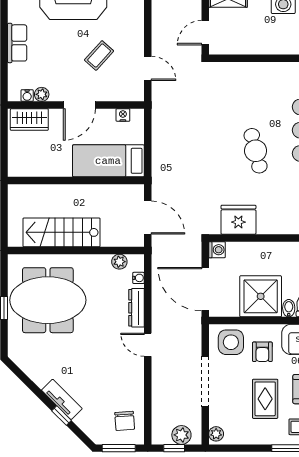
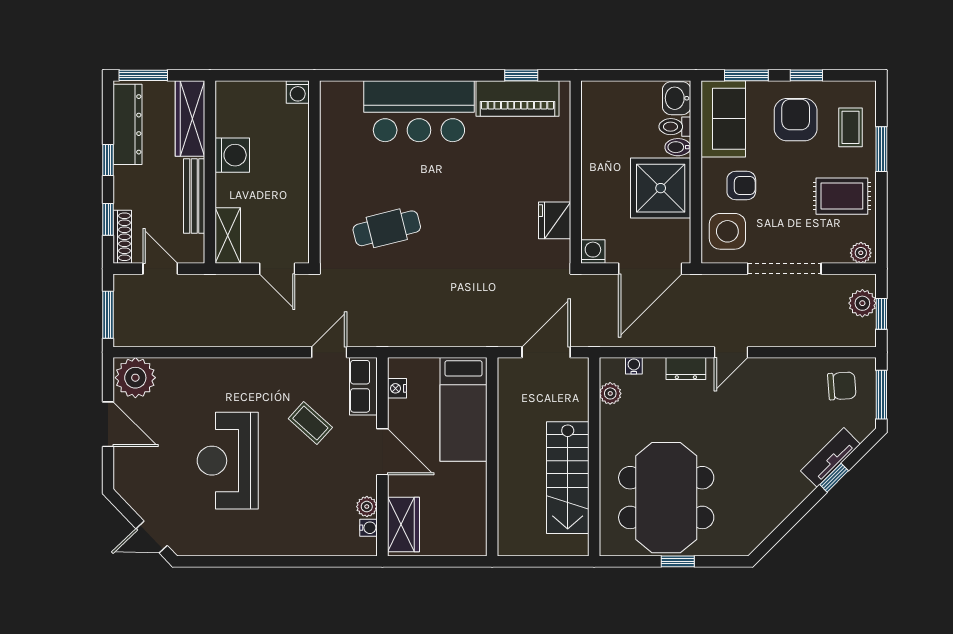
row of seats: (17, 43) -> (363, 386), moved, turned -90
cafe table: (256, 151) -> (387, 228), moved
fridge: (238, 220) -> (555, 220), width x0.73, depth x0.75
dresser: (137, 308) -> (686, 369), width x0.70
tv unit: (62, 399) -> (830, 457), moved
rug: (265, 399) -> (842, 196), moved

